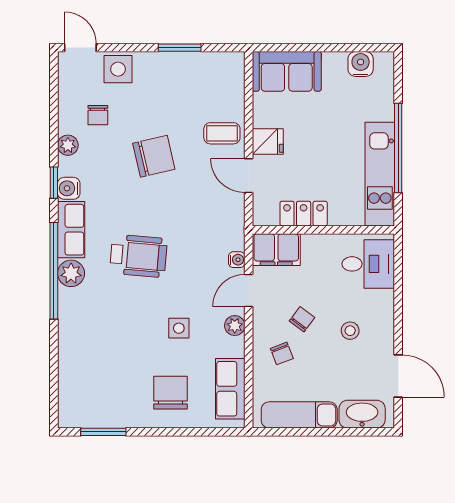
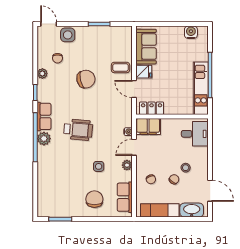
sofa: (287, 71) -> (146, 47), moved, turned -90
water cooler: (69, 188) -> (43, 95), removed
locker: (304, 214) -> (152, 108), moved
chair: (302, 319) -> (174, 179), moved

